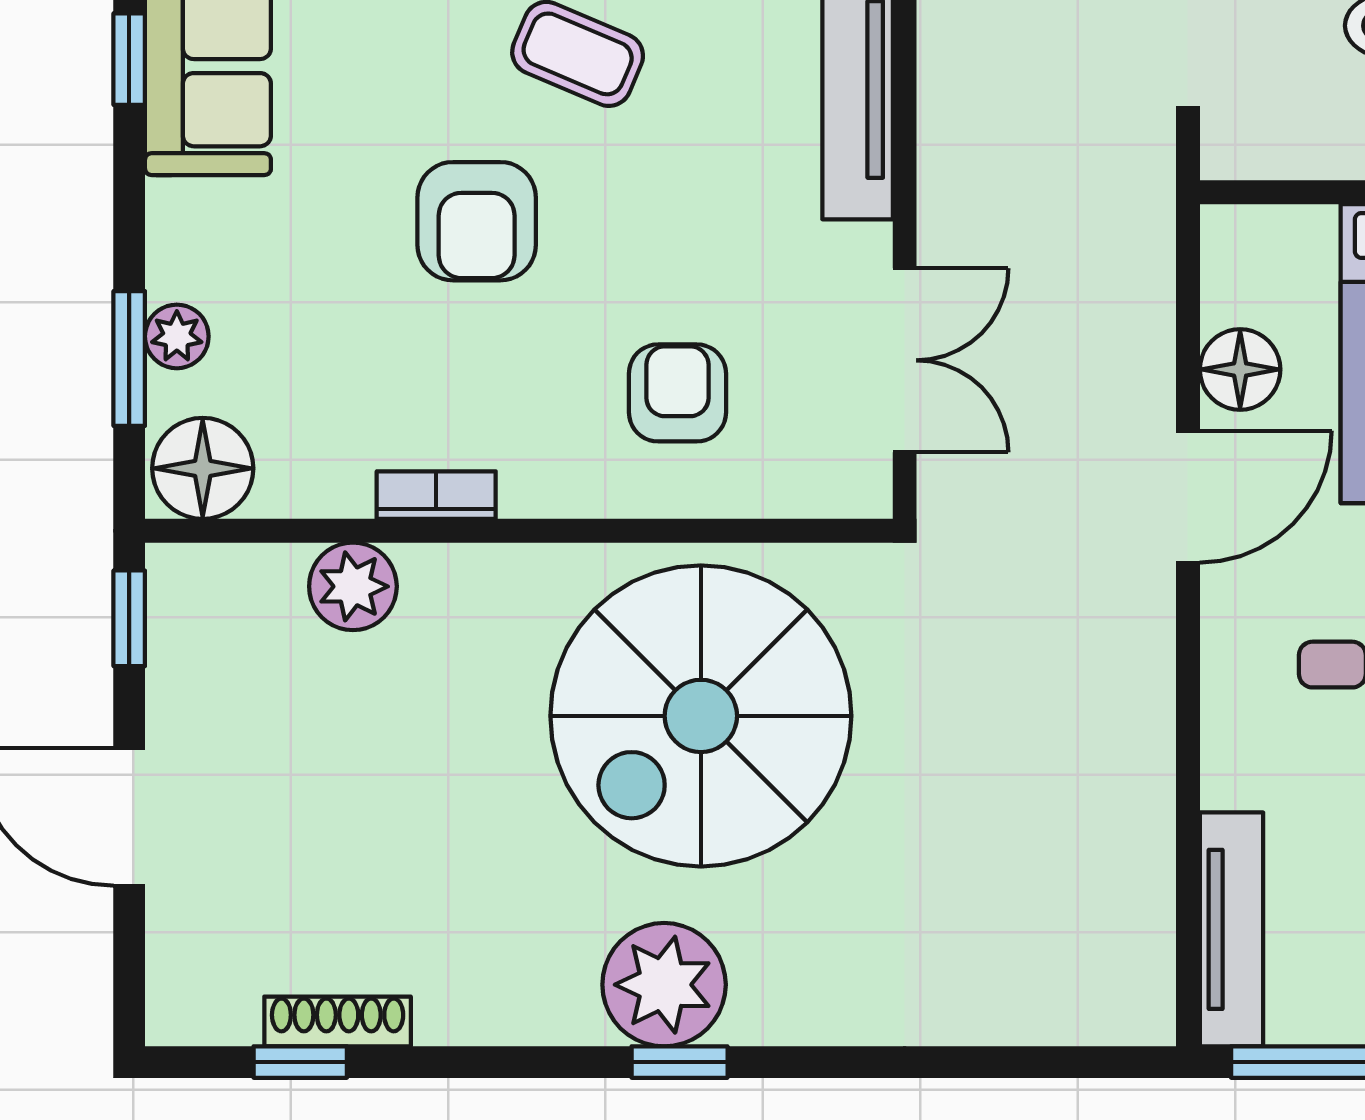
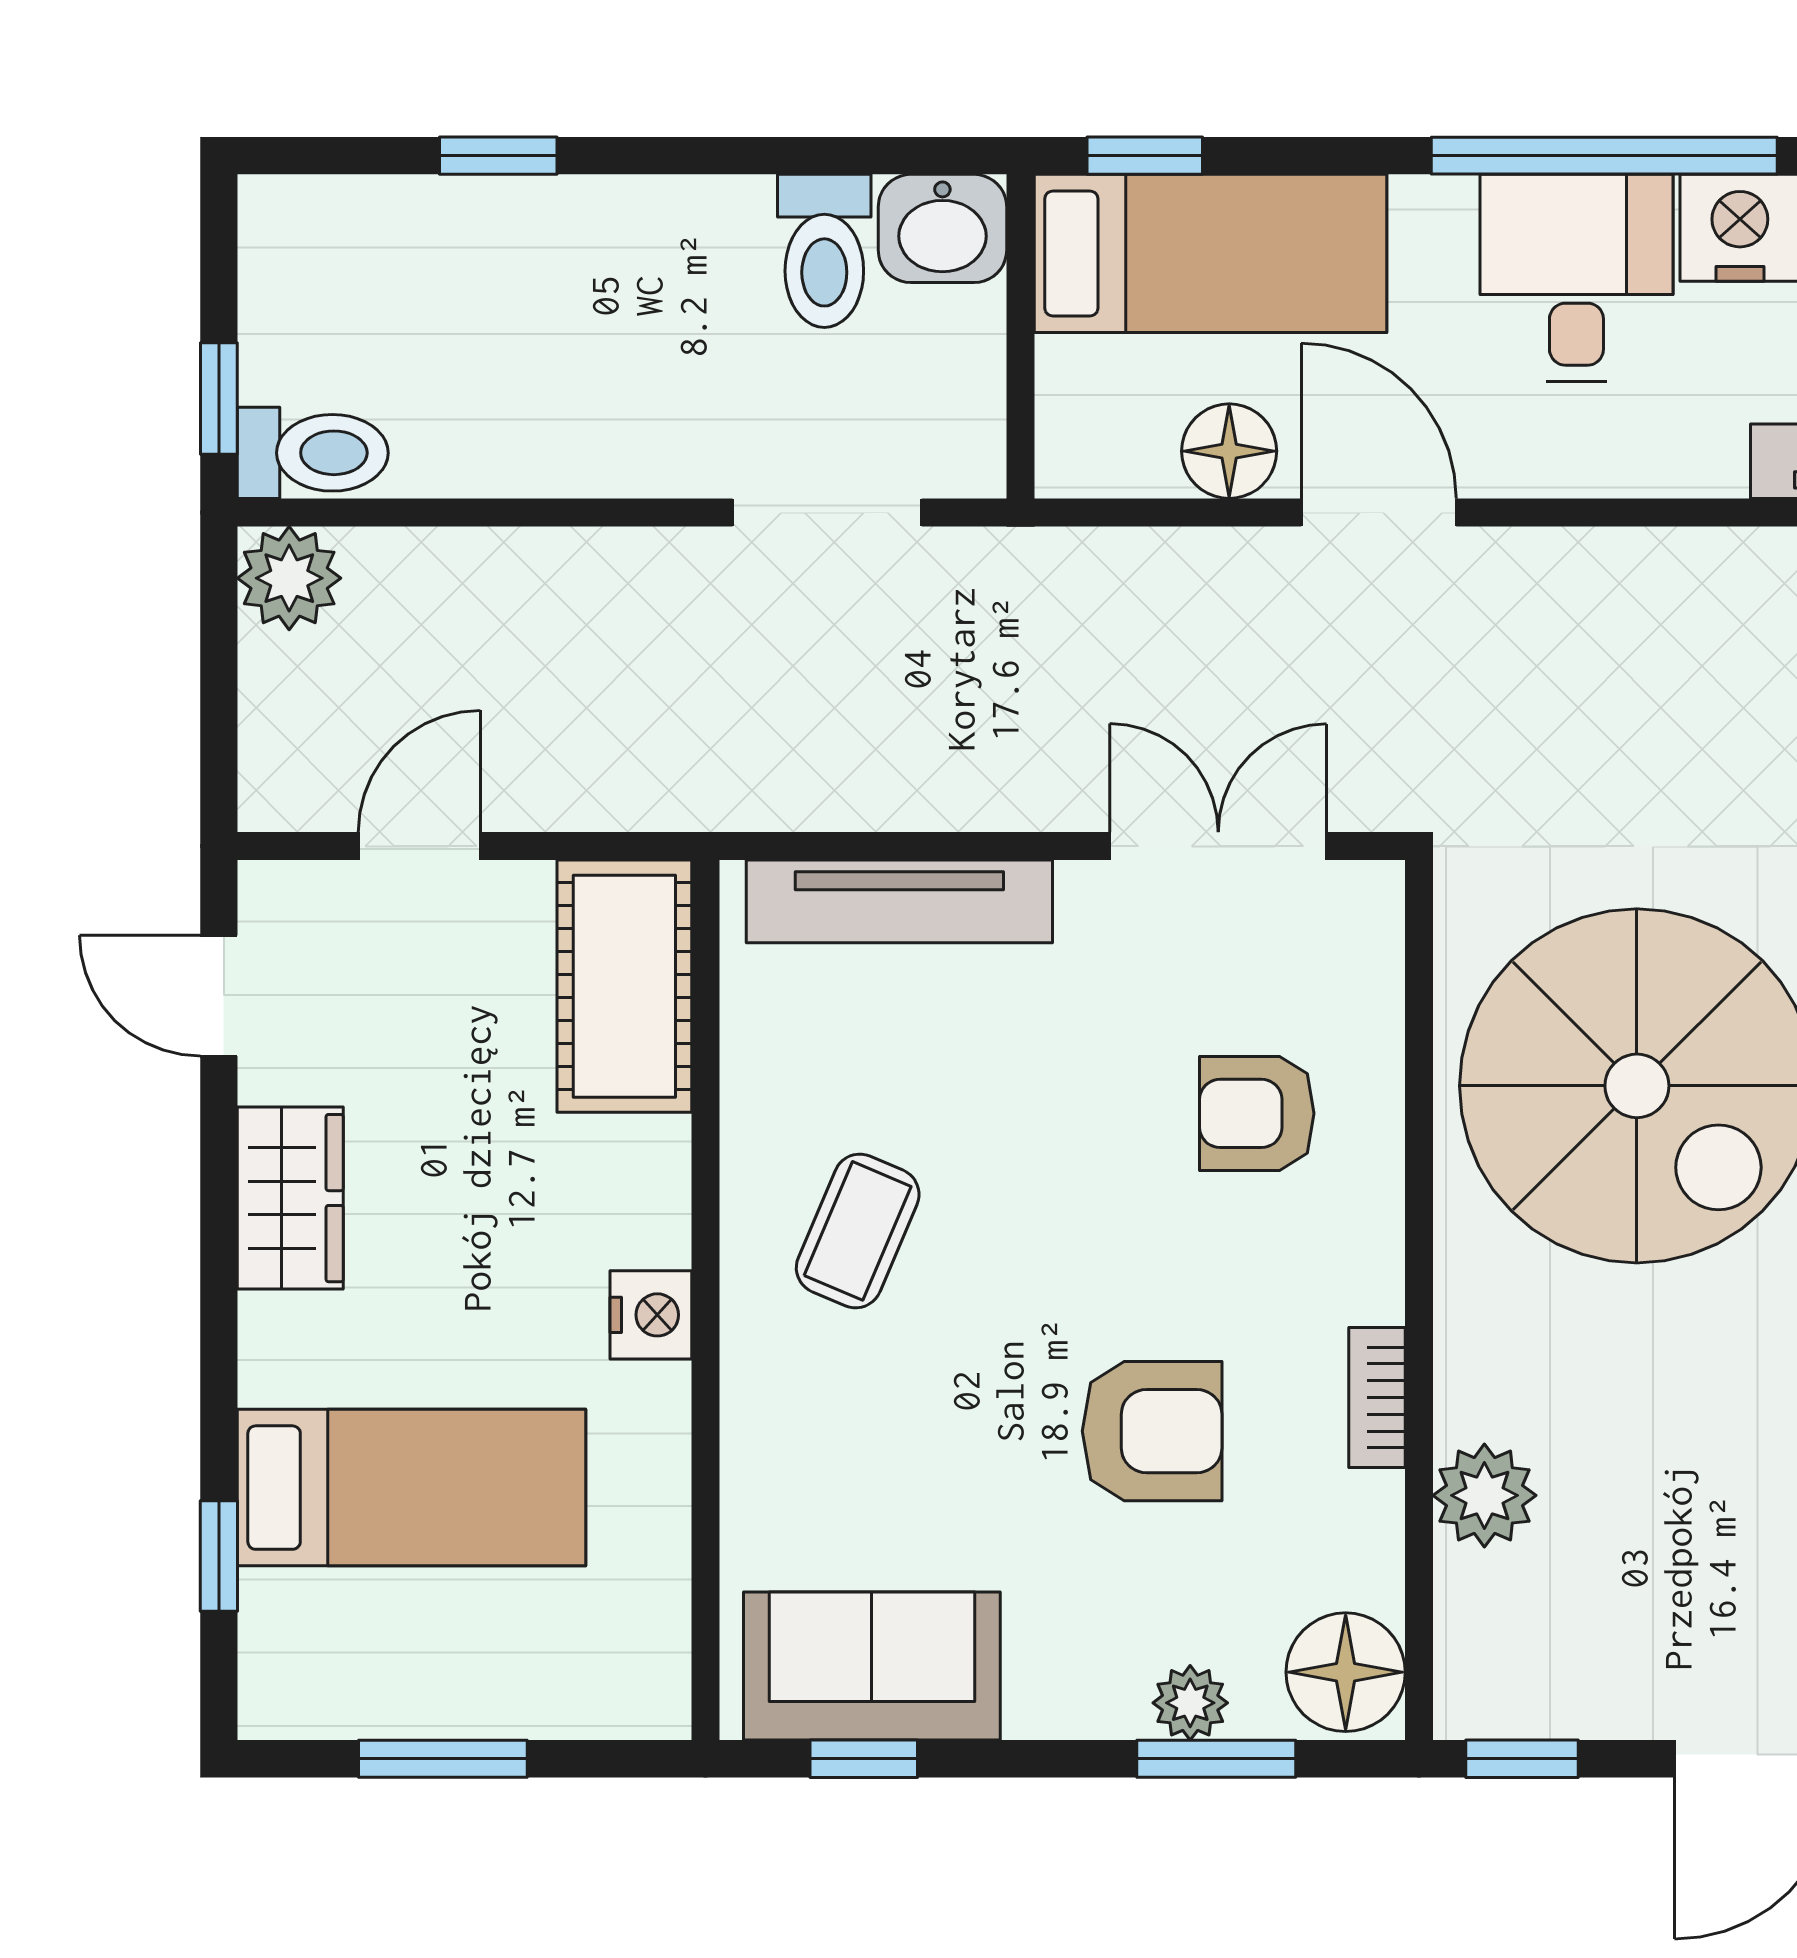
armchair: (477, 221) -> (1152, 1431), moved

